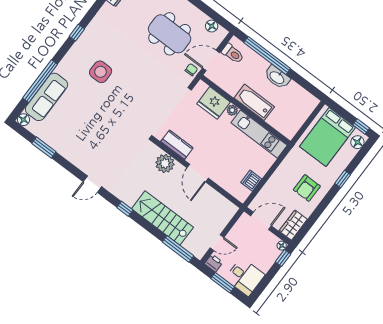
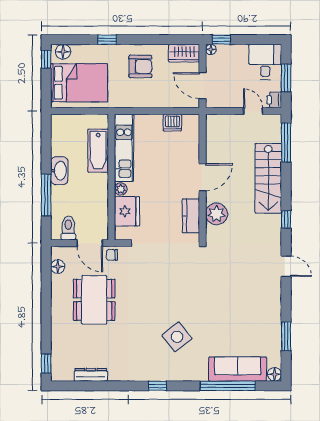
window: (267, 55) -> (46, 195), width x0.68
side table: (101, 72) -> (177, 337), turned -38
bathtub: (254, 102) -> (98, 151), moved

